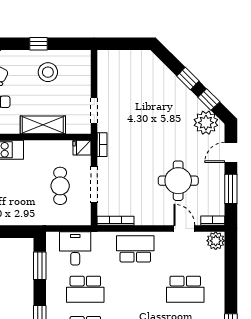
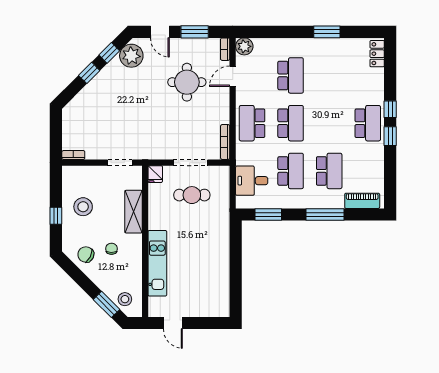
bookcase: (102, 145) -> (73, 155), moved
school desk: (135, 289) -> (291, 123), added

